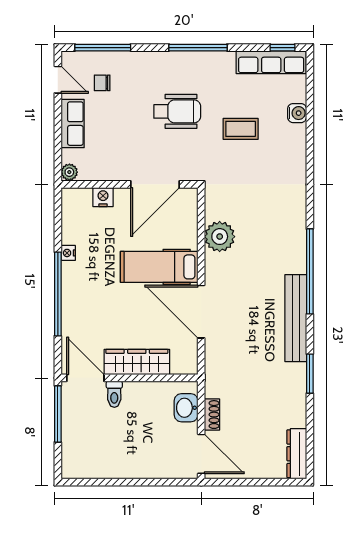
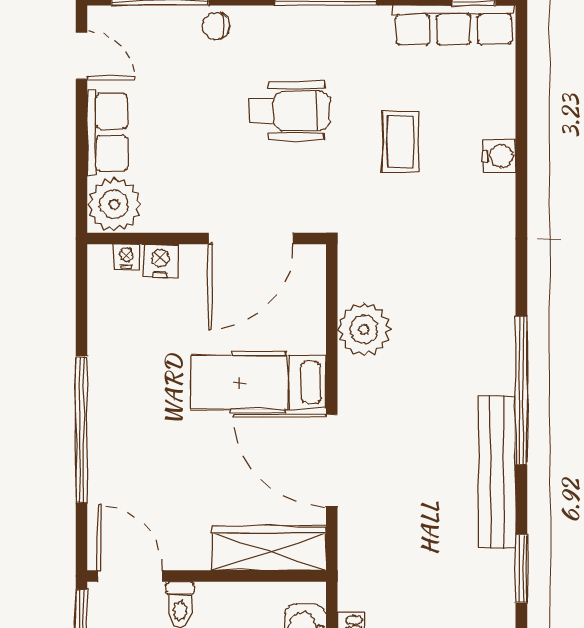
chair: (102, 83) -> (216, 26), moved
water cooler: (297, 113) -> (499, 156), moved
coffee table: (241, 129) -> (400, 141), turned 90
plant: (69, 172) -> (114, 204), width x1.88, depth x1.88
nightstand: (68, 253) -> (126, 257), moved, turned 90
wardrobe: (137, 362) -> (269, 548), moved

